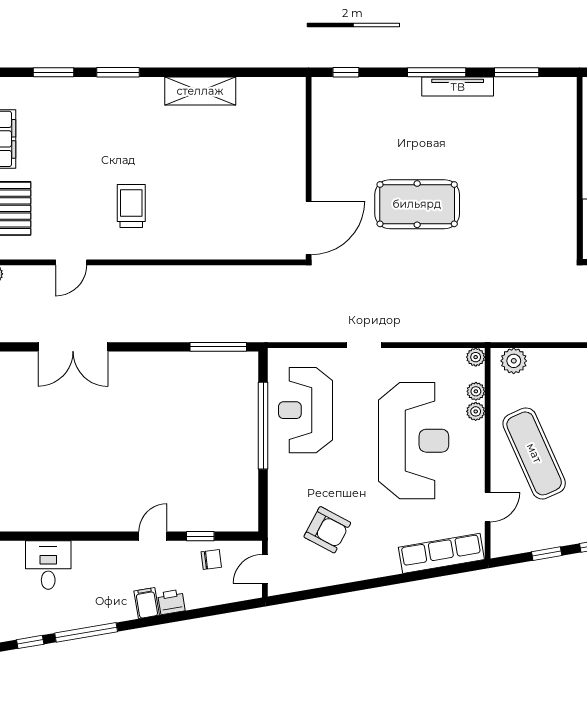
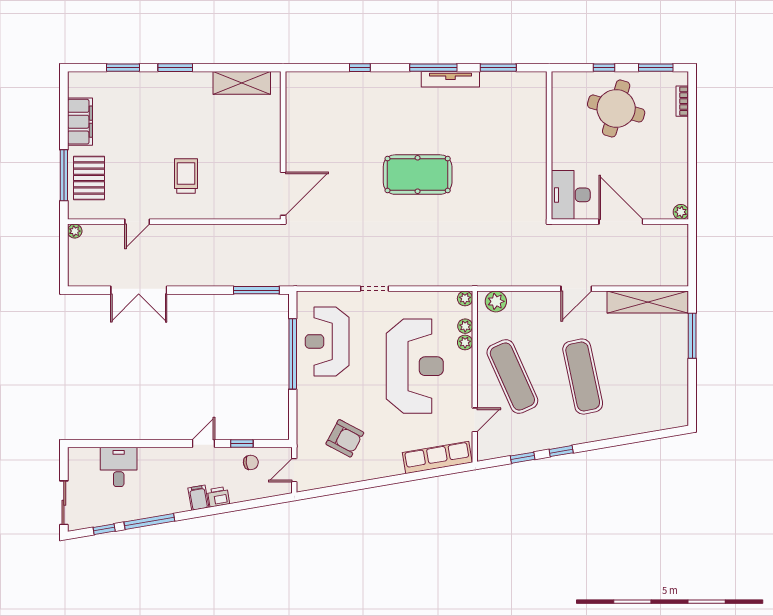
wall: (309, 168) -> (283, 145), moved
door: (309, 228) -> (283, 194), moved

